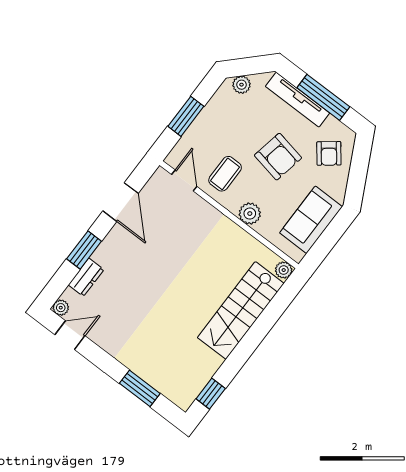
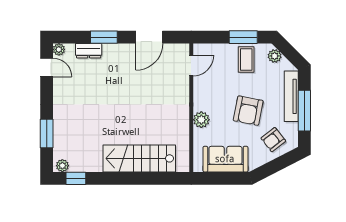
window: (186, 116) -> (243, 37), moved
coffee table: (225, 174) -> (246, 59), moved, turned 90
plant: (284, 270) -> (62, 166), moved

